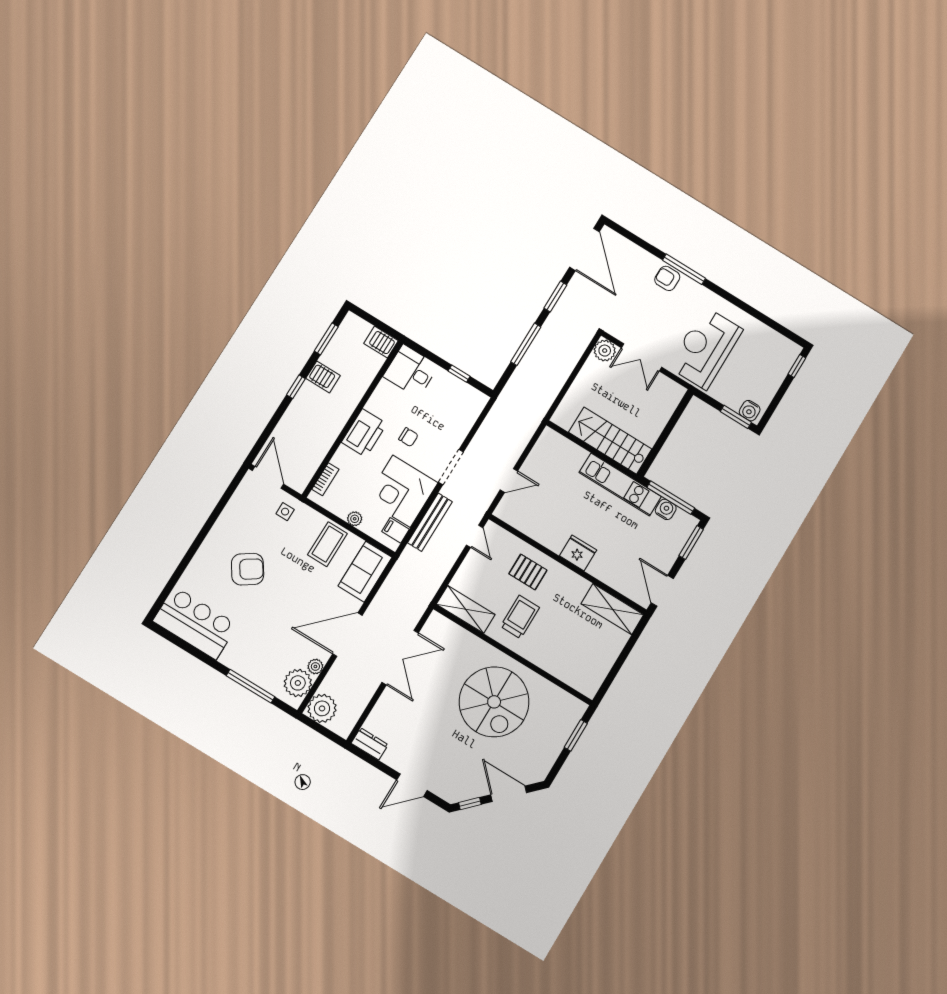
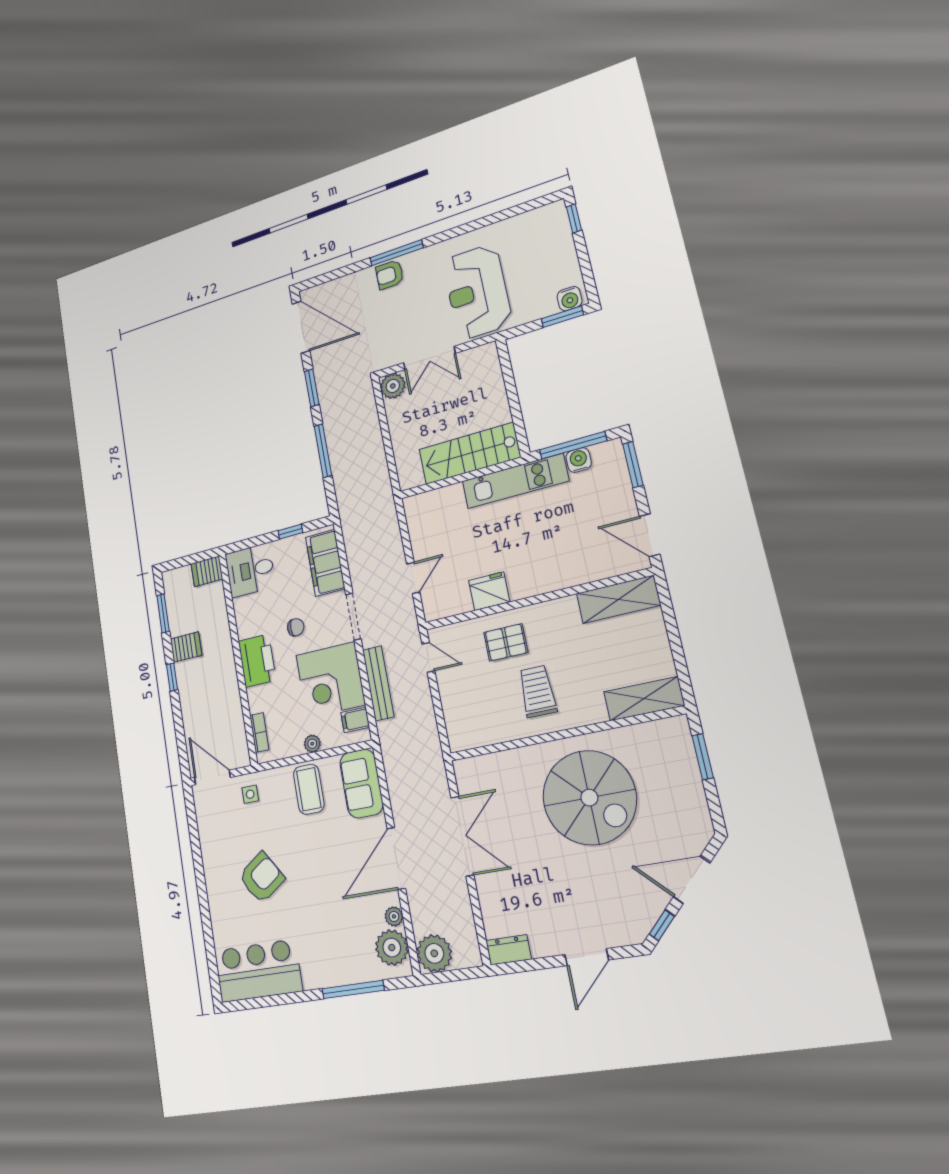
filing cabinet: (463, 416) -> (325, 563), added
fridge: (578, 553) -> (489, 591), moved
shelving: (466, 609) -> (644, 699), moved

